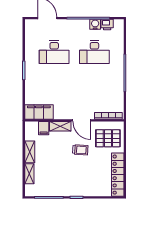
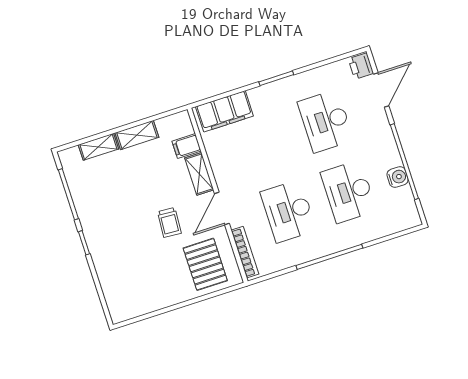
printer: (107, 25) -> (361, 66), moved
desk: (94, 86) -> (288, 211), added
filing cabinet: (39, 112) -> (224, 111), moved, turned 90
locker: (118, 175) -> (147, 302), removed

